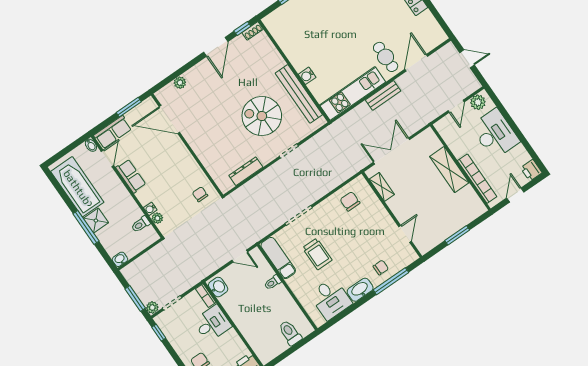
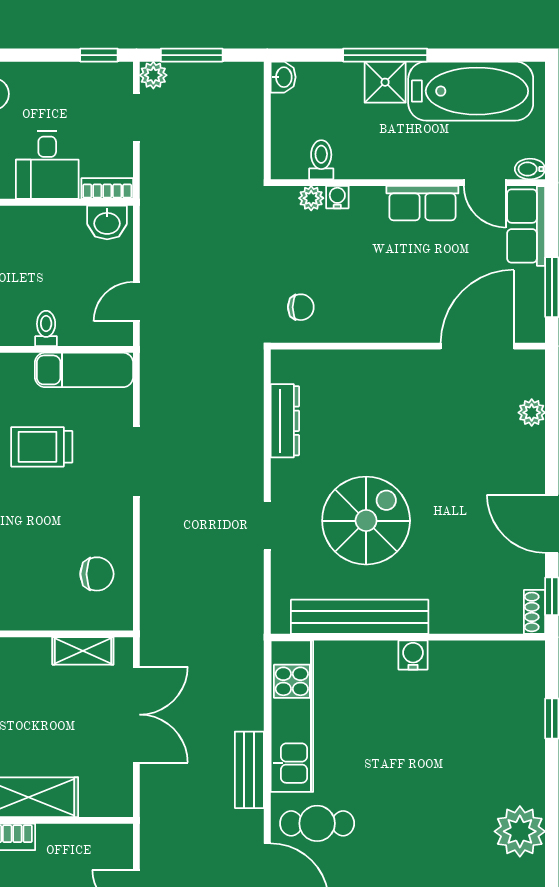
water cooler: (307, 76) -> (413, 655), moved

